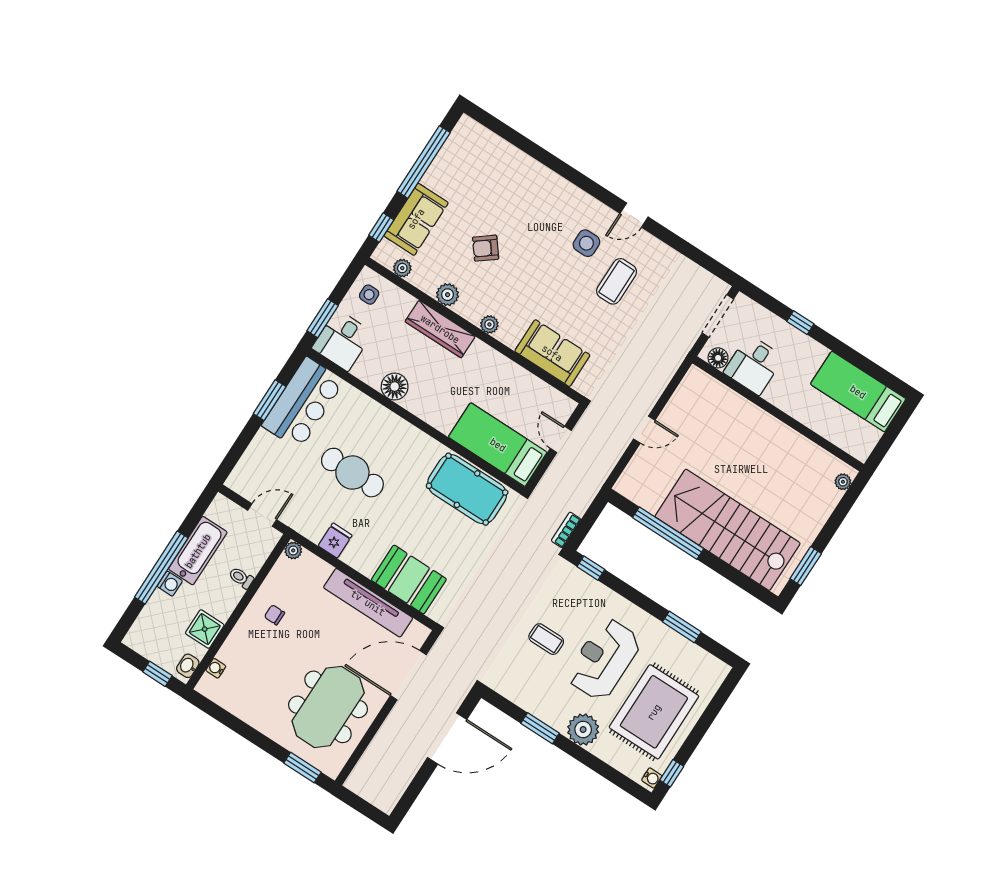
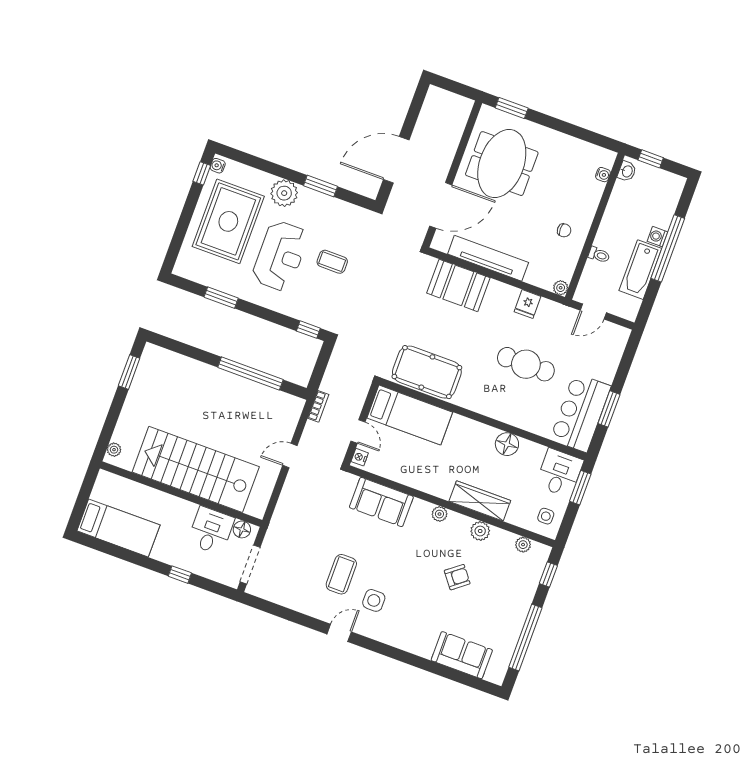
sofa: (416, 219) -> (462, 655), moved, turned 90
nightstand: (565, 410) -> (360, 457), added
bookcase: (566, 530) -> (318, 406), moved
stairs: (728, 530) -> (196, 469), moved, turned 180
shower: (205, 629) -> (620, 205), removed

